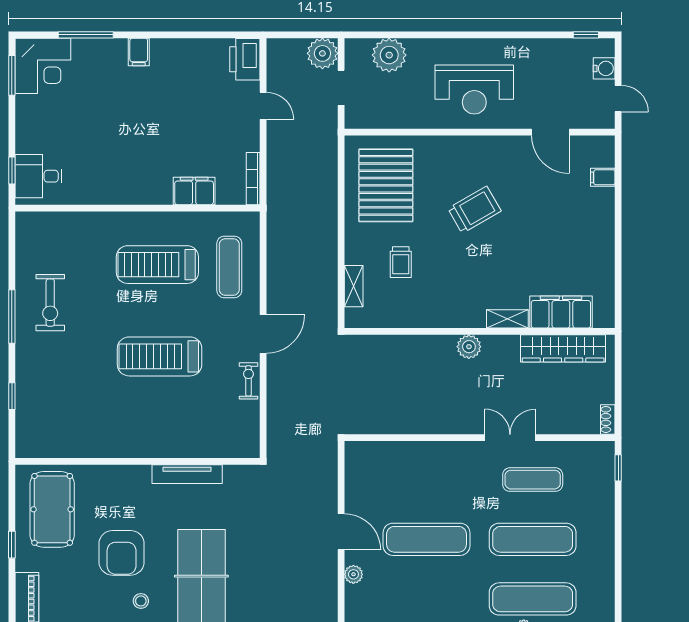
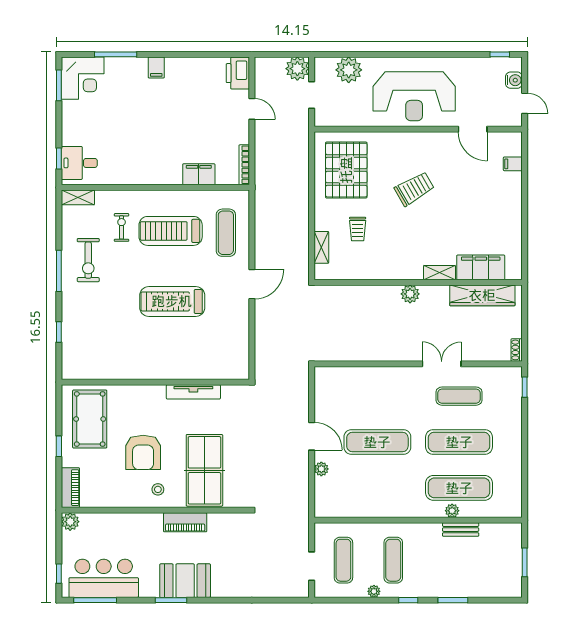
reception desk: (474, 89) -> (414, 96), width x1.36, depth x1.30
shelving: (37, 221) -> (78, 197), added
exercise bike: (248, 381) -> (122, 227), moved

